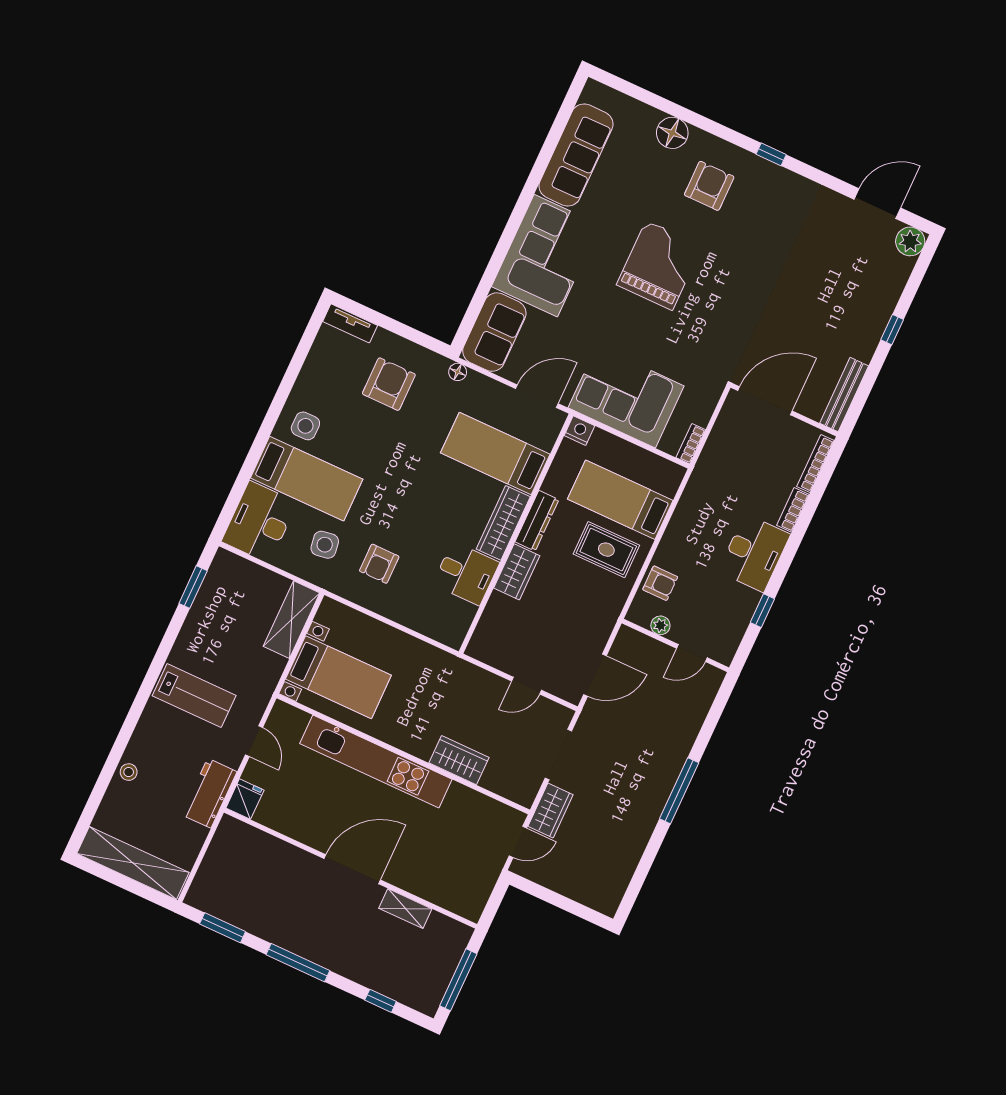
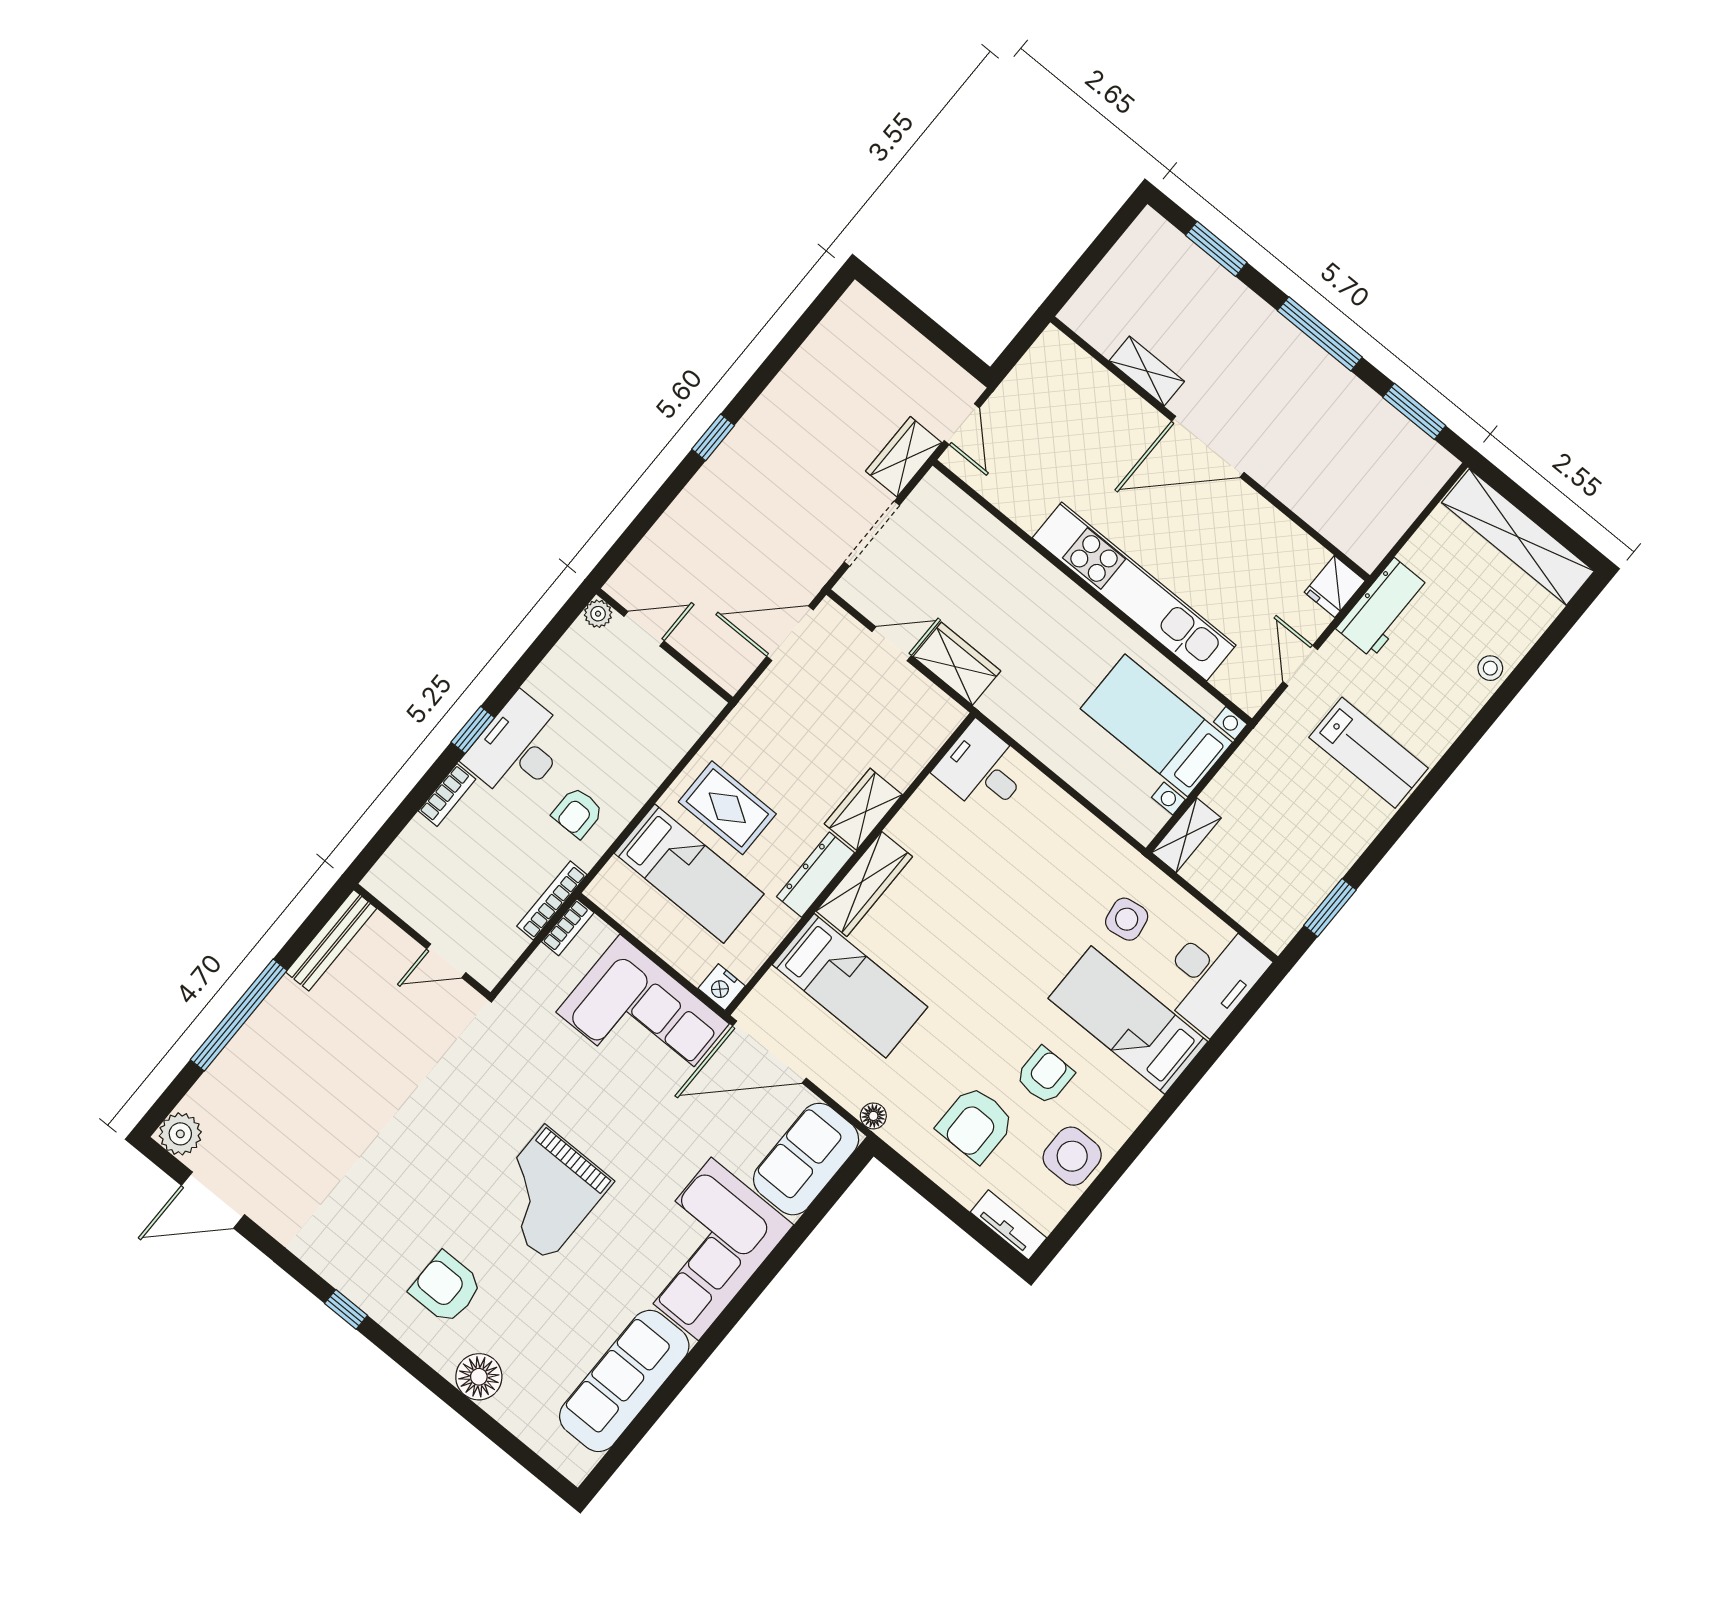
armchair: (709, 186) -> (446, 1288), turned 90
window: (892, 330) -> (239, 1015), width x3.17
door: (537, 396) -> (769, 1052), width x1.36
door: (765, 401) -> (446, 961), width x0.53
side table: (305, 426) -> (1072, 1156), moved, width x1.37, depth x1.37
bookcase: (815, 463) -> (552, 900), moved, turned 180
armchair: (379, 564) -> (1045, 1076), moved
desk: (466, 573) -> (982, 769), moved
armchair: (660, 583) -> (578, 813), moved, turned -90
window: (762, 611) -> (473, 730), moved
shelving: (291, 620) -> (1186, 835), width x0.67, depth x0.75
plant: (660, 625) -> (598, 614), moved
lab bench: (194, 696) -> (1369, 753), turned 180
wardrobe: (459, 760) -> (957, 664), moved, turned 180
window: (679, 791) -> (713, 437), width x0.46
door: (518, 842) -> (962, 424), swing flipped
window: (458, 980) -> (1098, 250), removed
window: (381, 1001) -> (1216, 249), width x1.50

